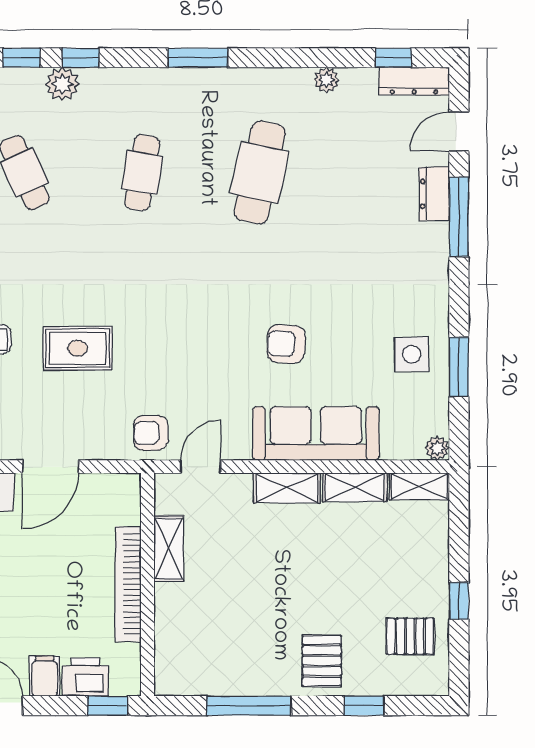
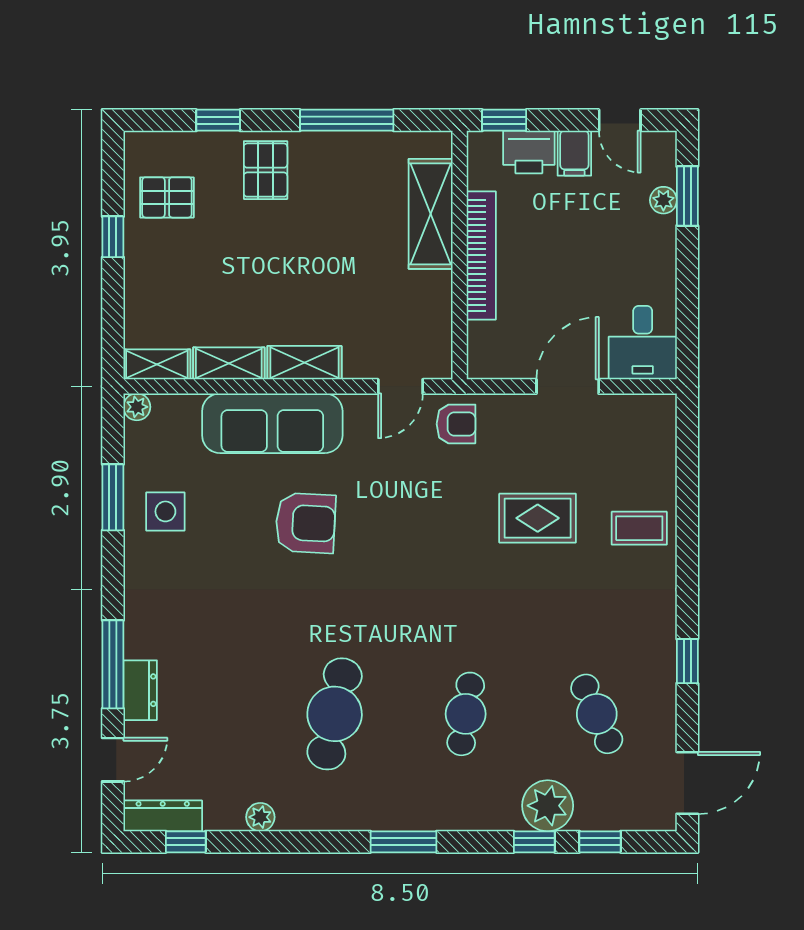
plant: (62, 84) -> (548, 806), width x1.36, depth x1.36
armchair: (286, 344) -> (305, 523), width x1.38, depth x1.38
shelving: (169, 549) -> (431, 214), moved, width x1.50, depth x1.33

